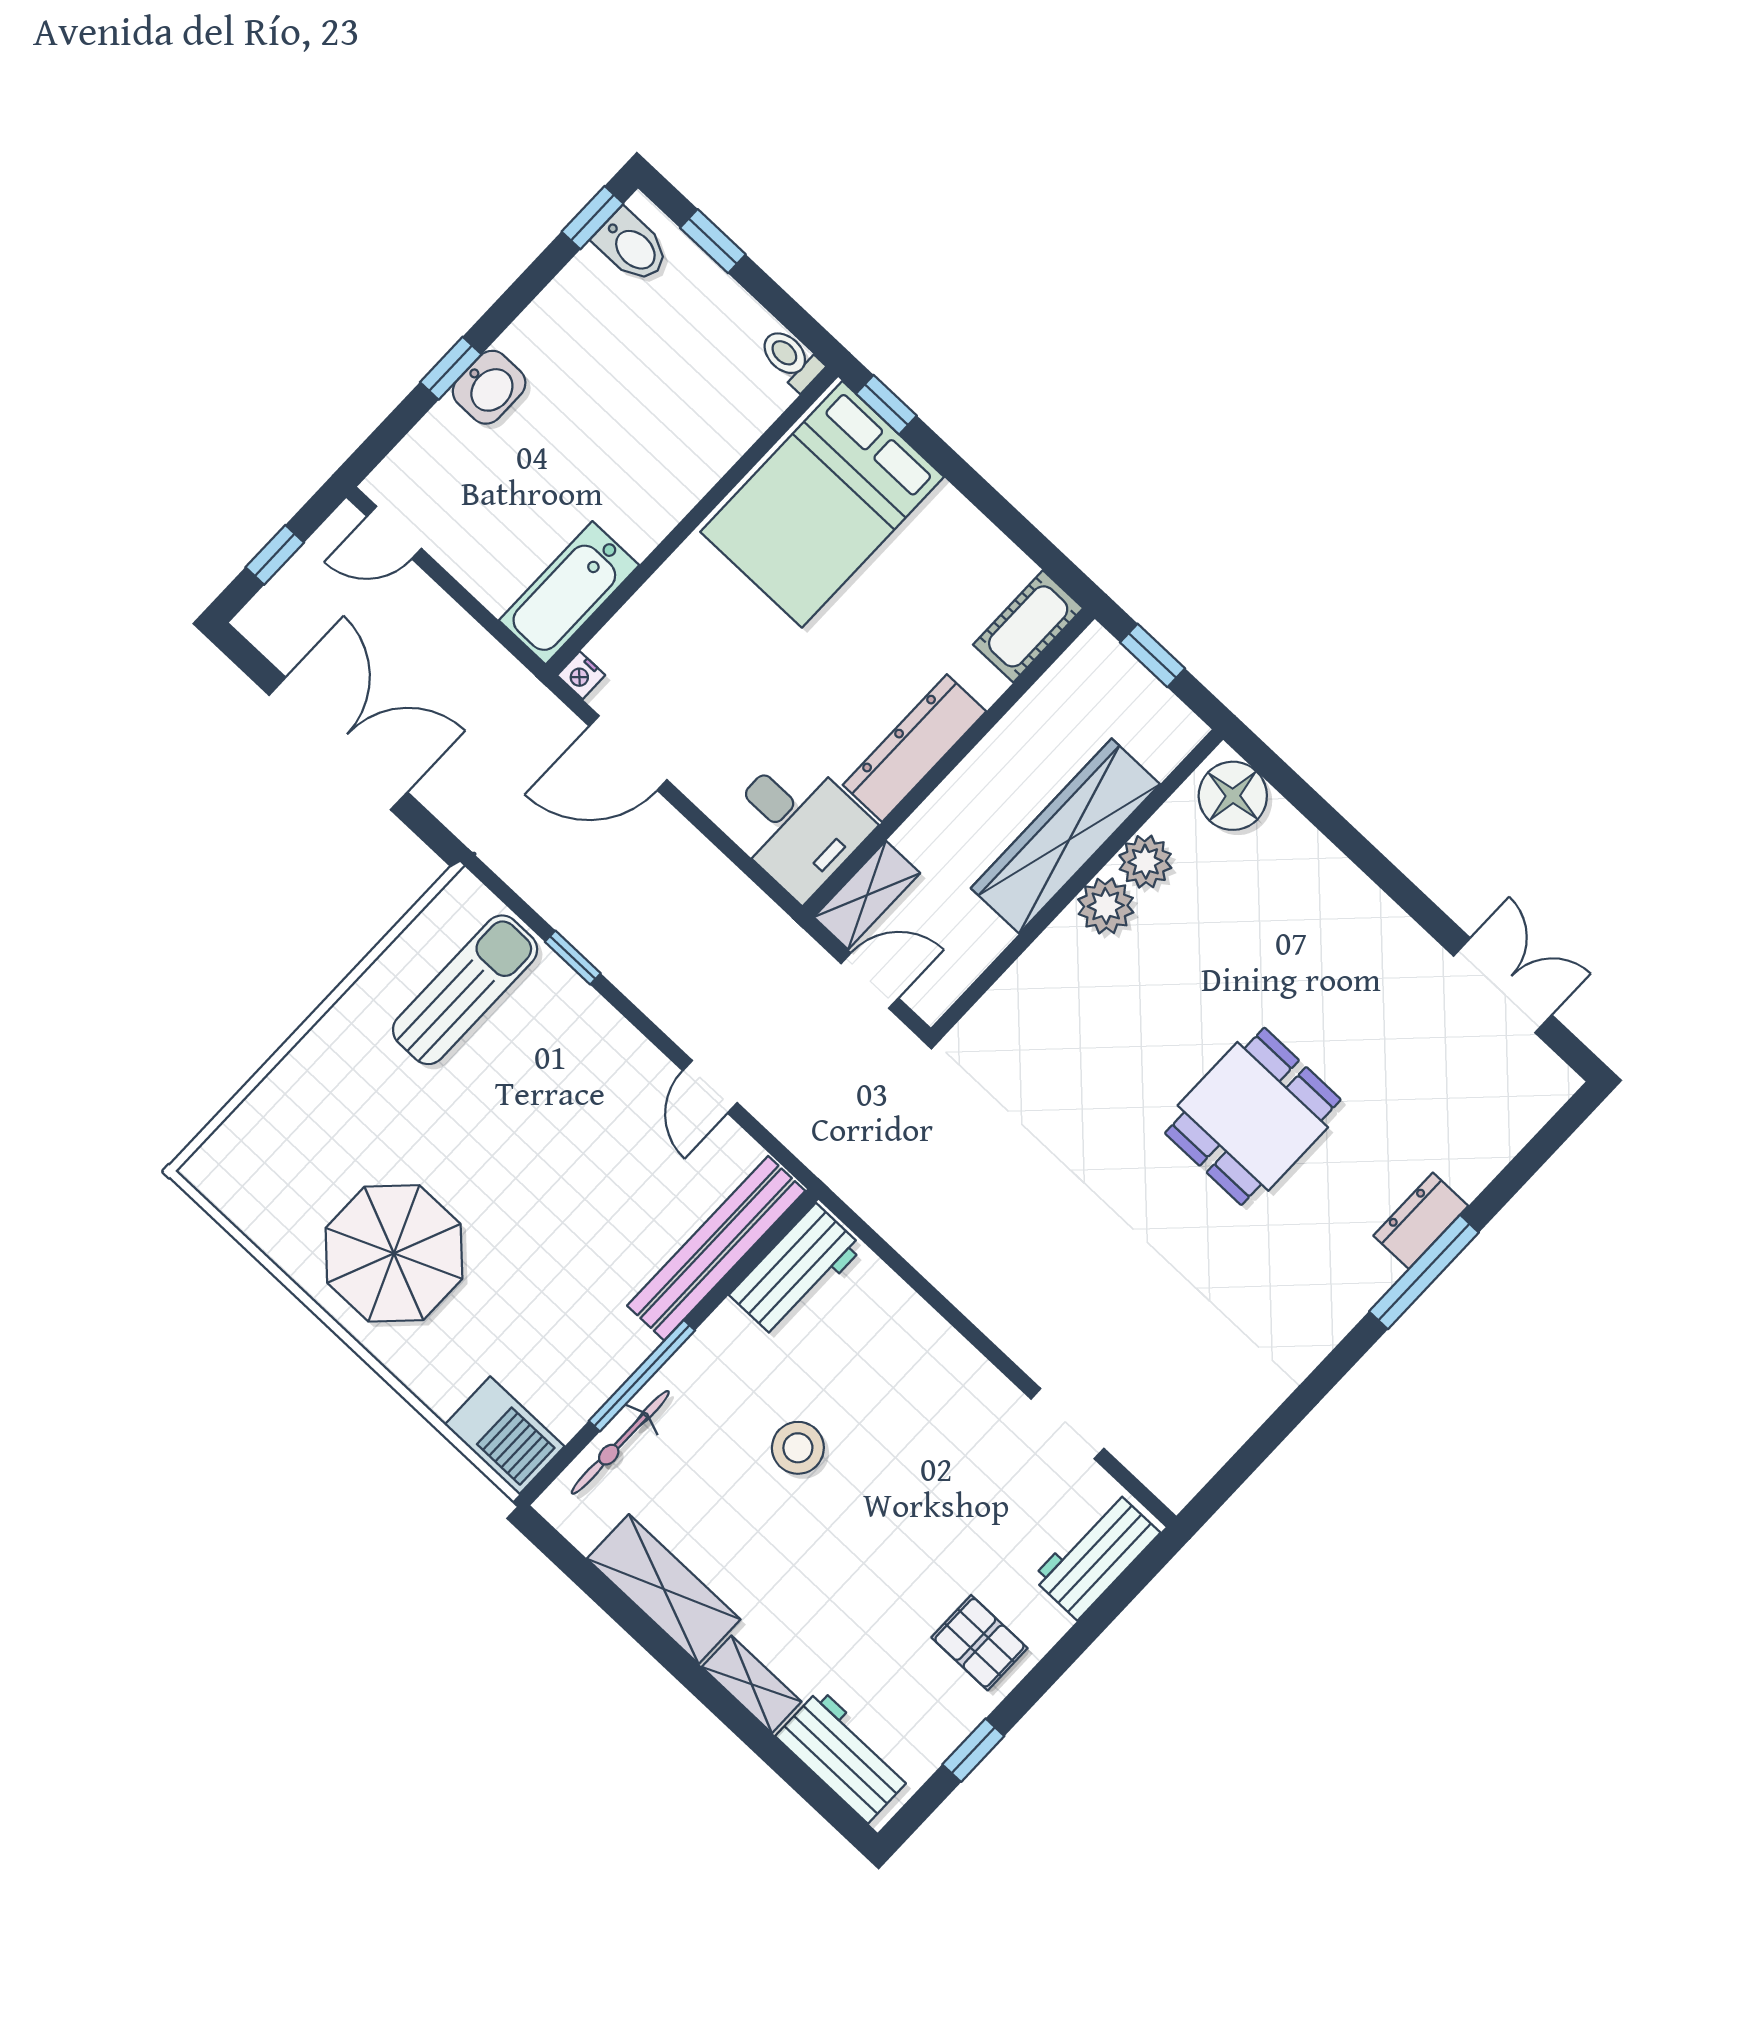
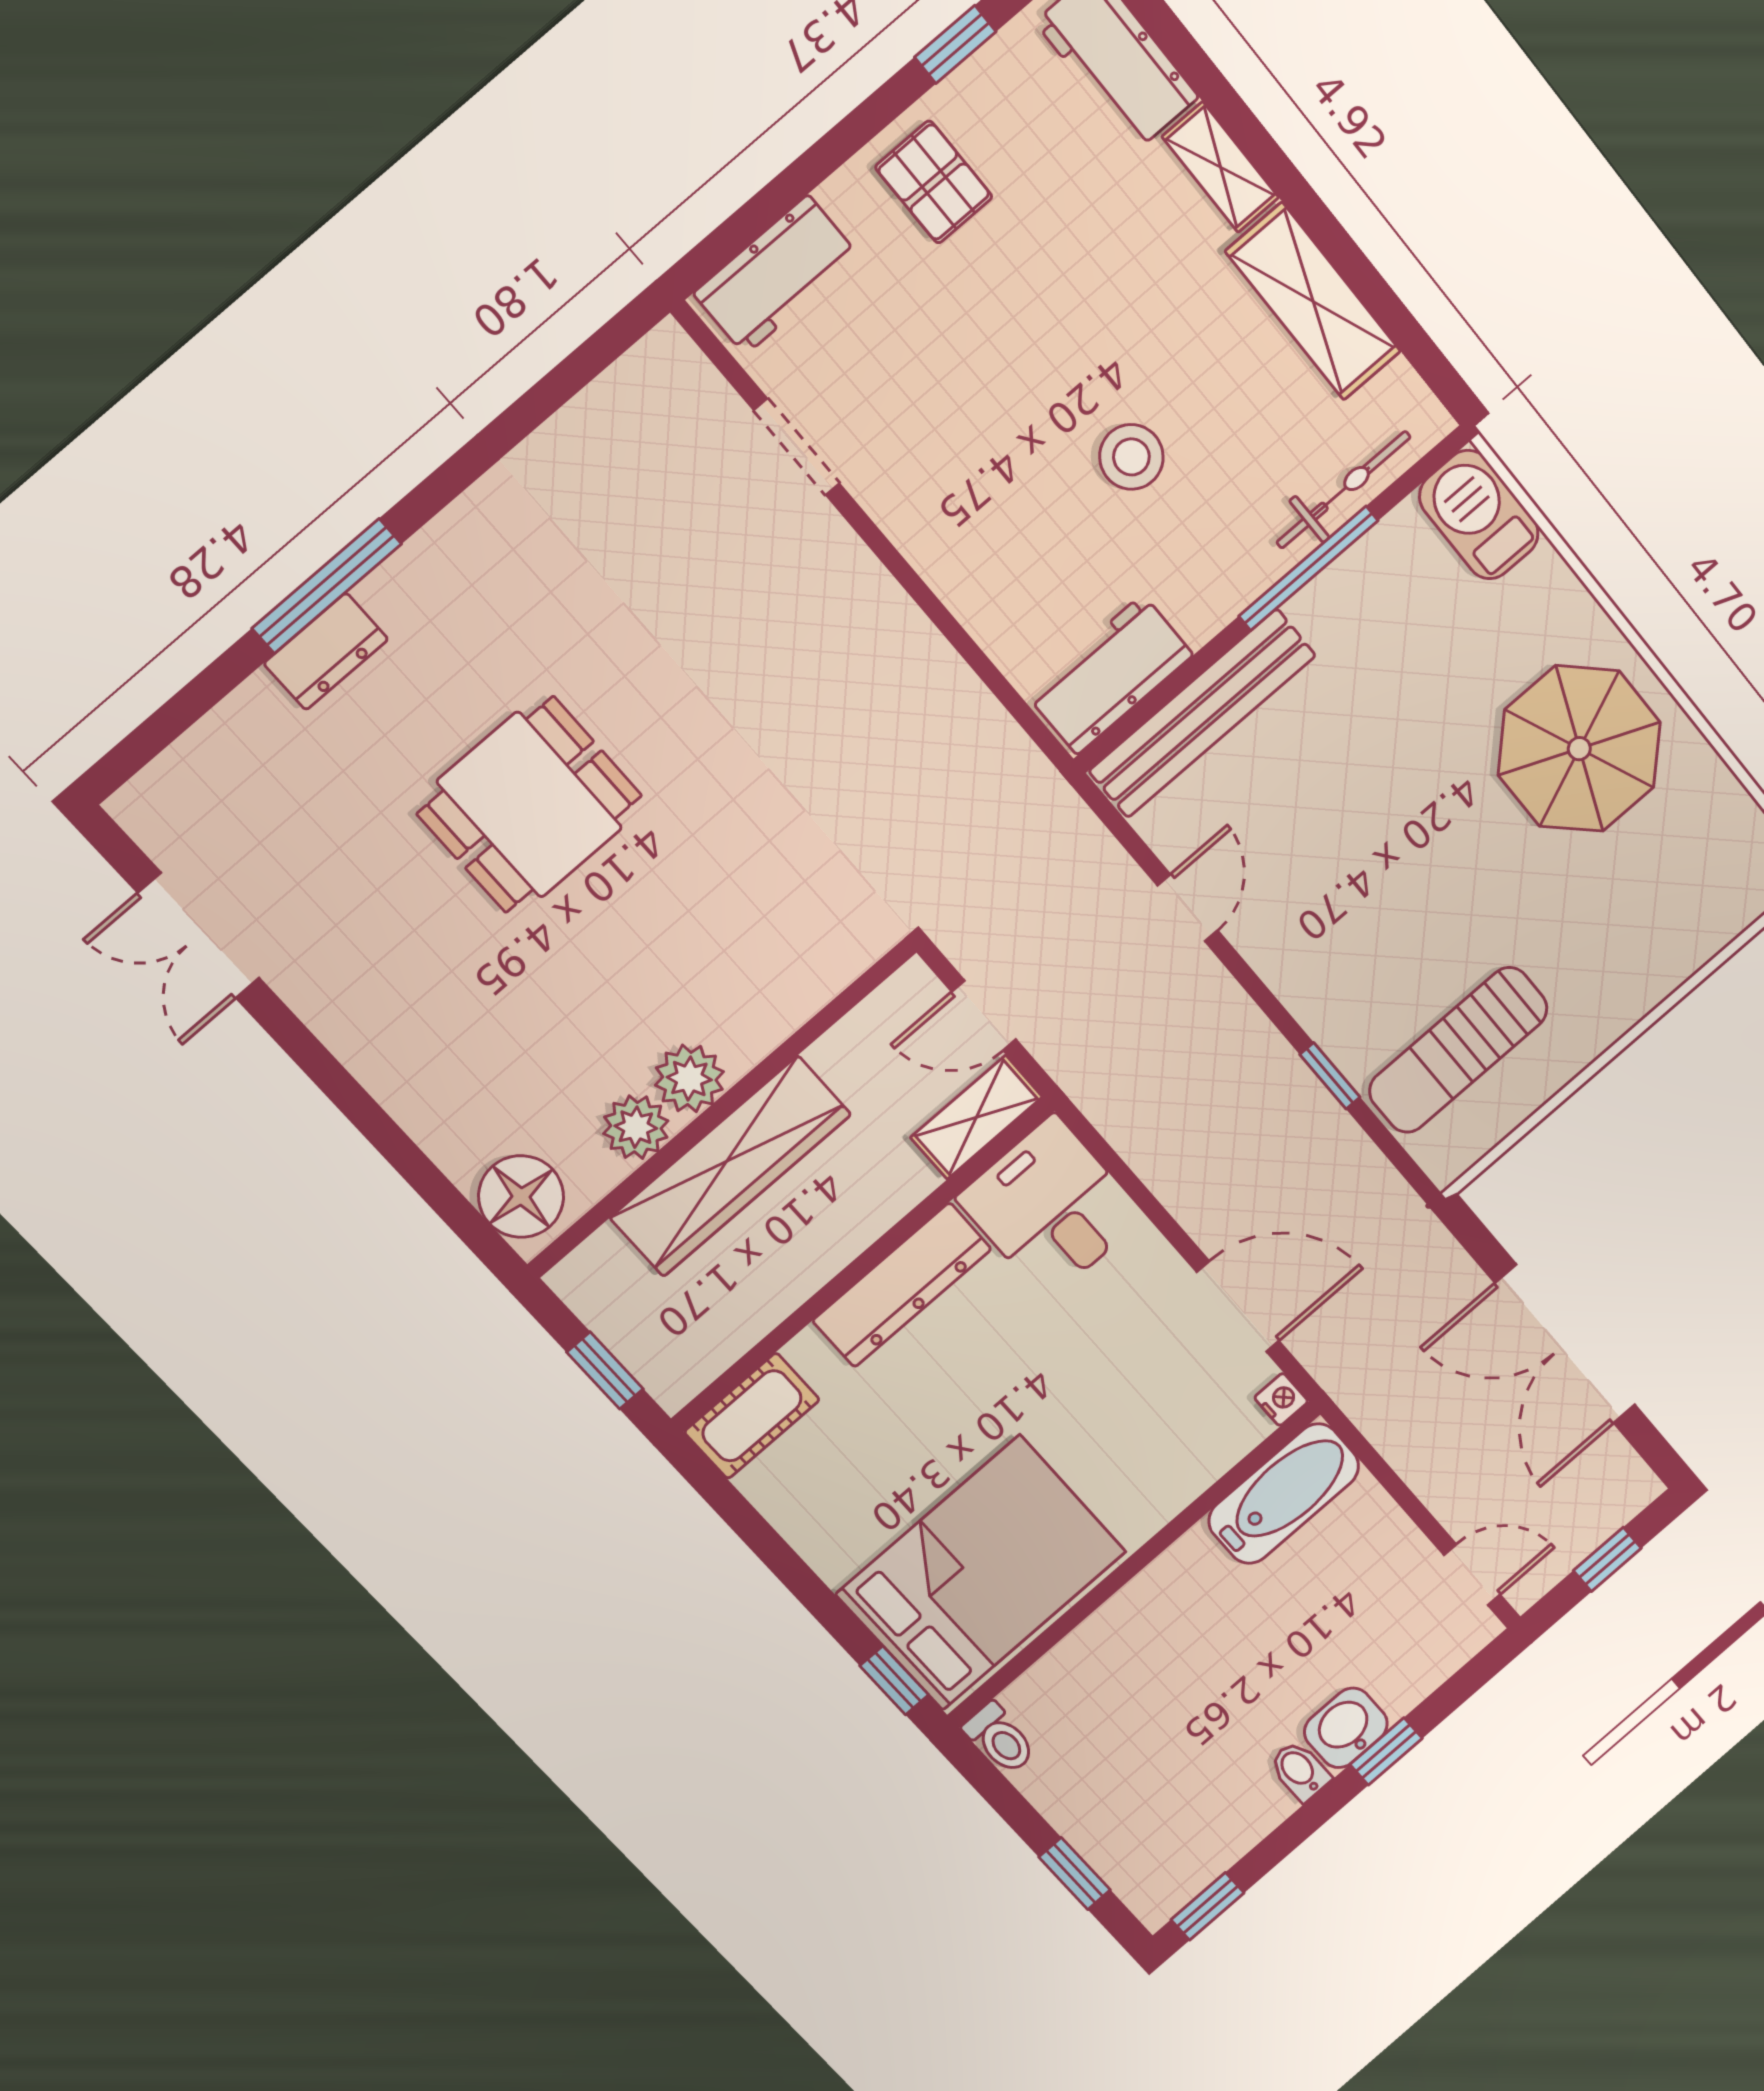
bidet: (632, 246) -> (1300, 1771), moved, width x0.72, depth x0.74

